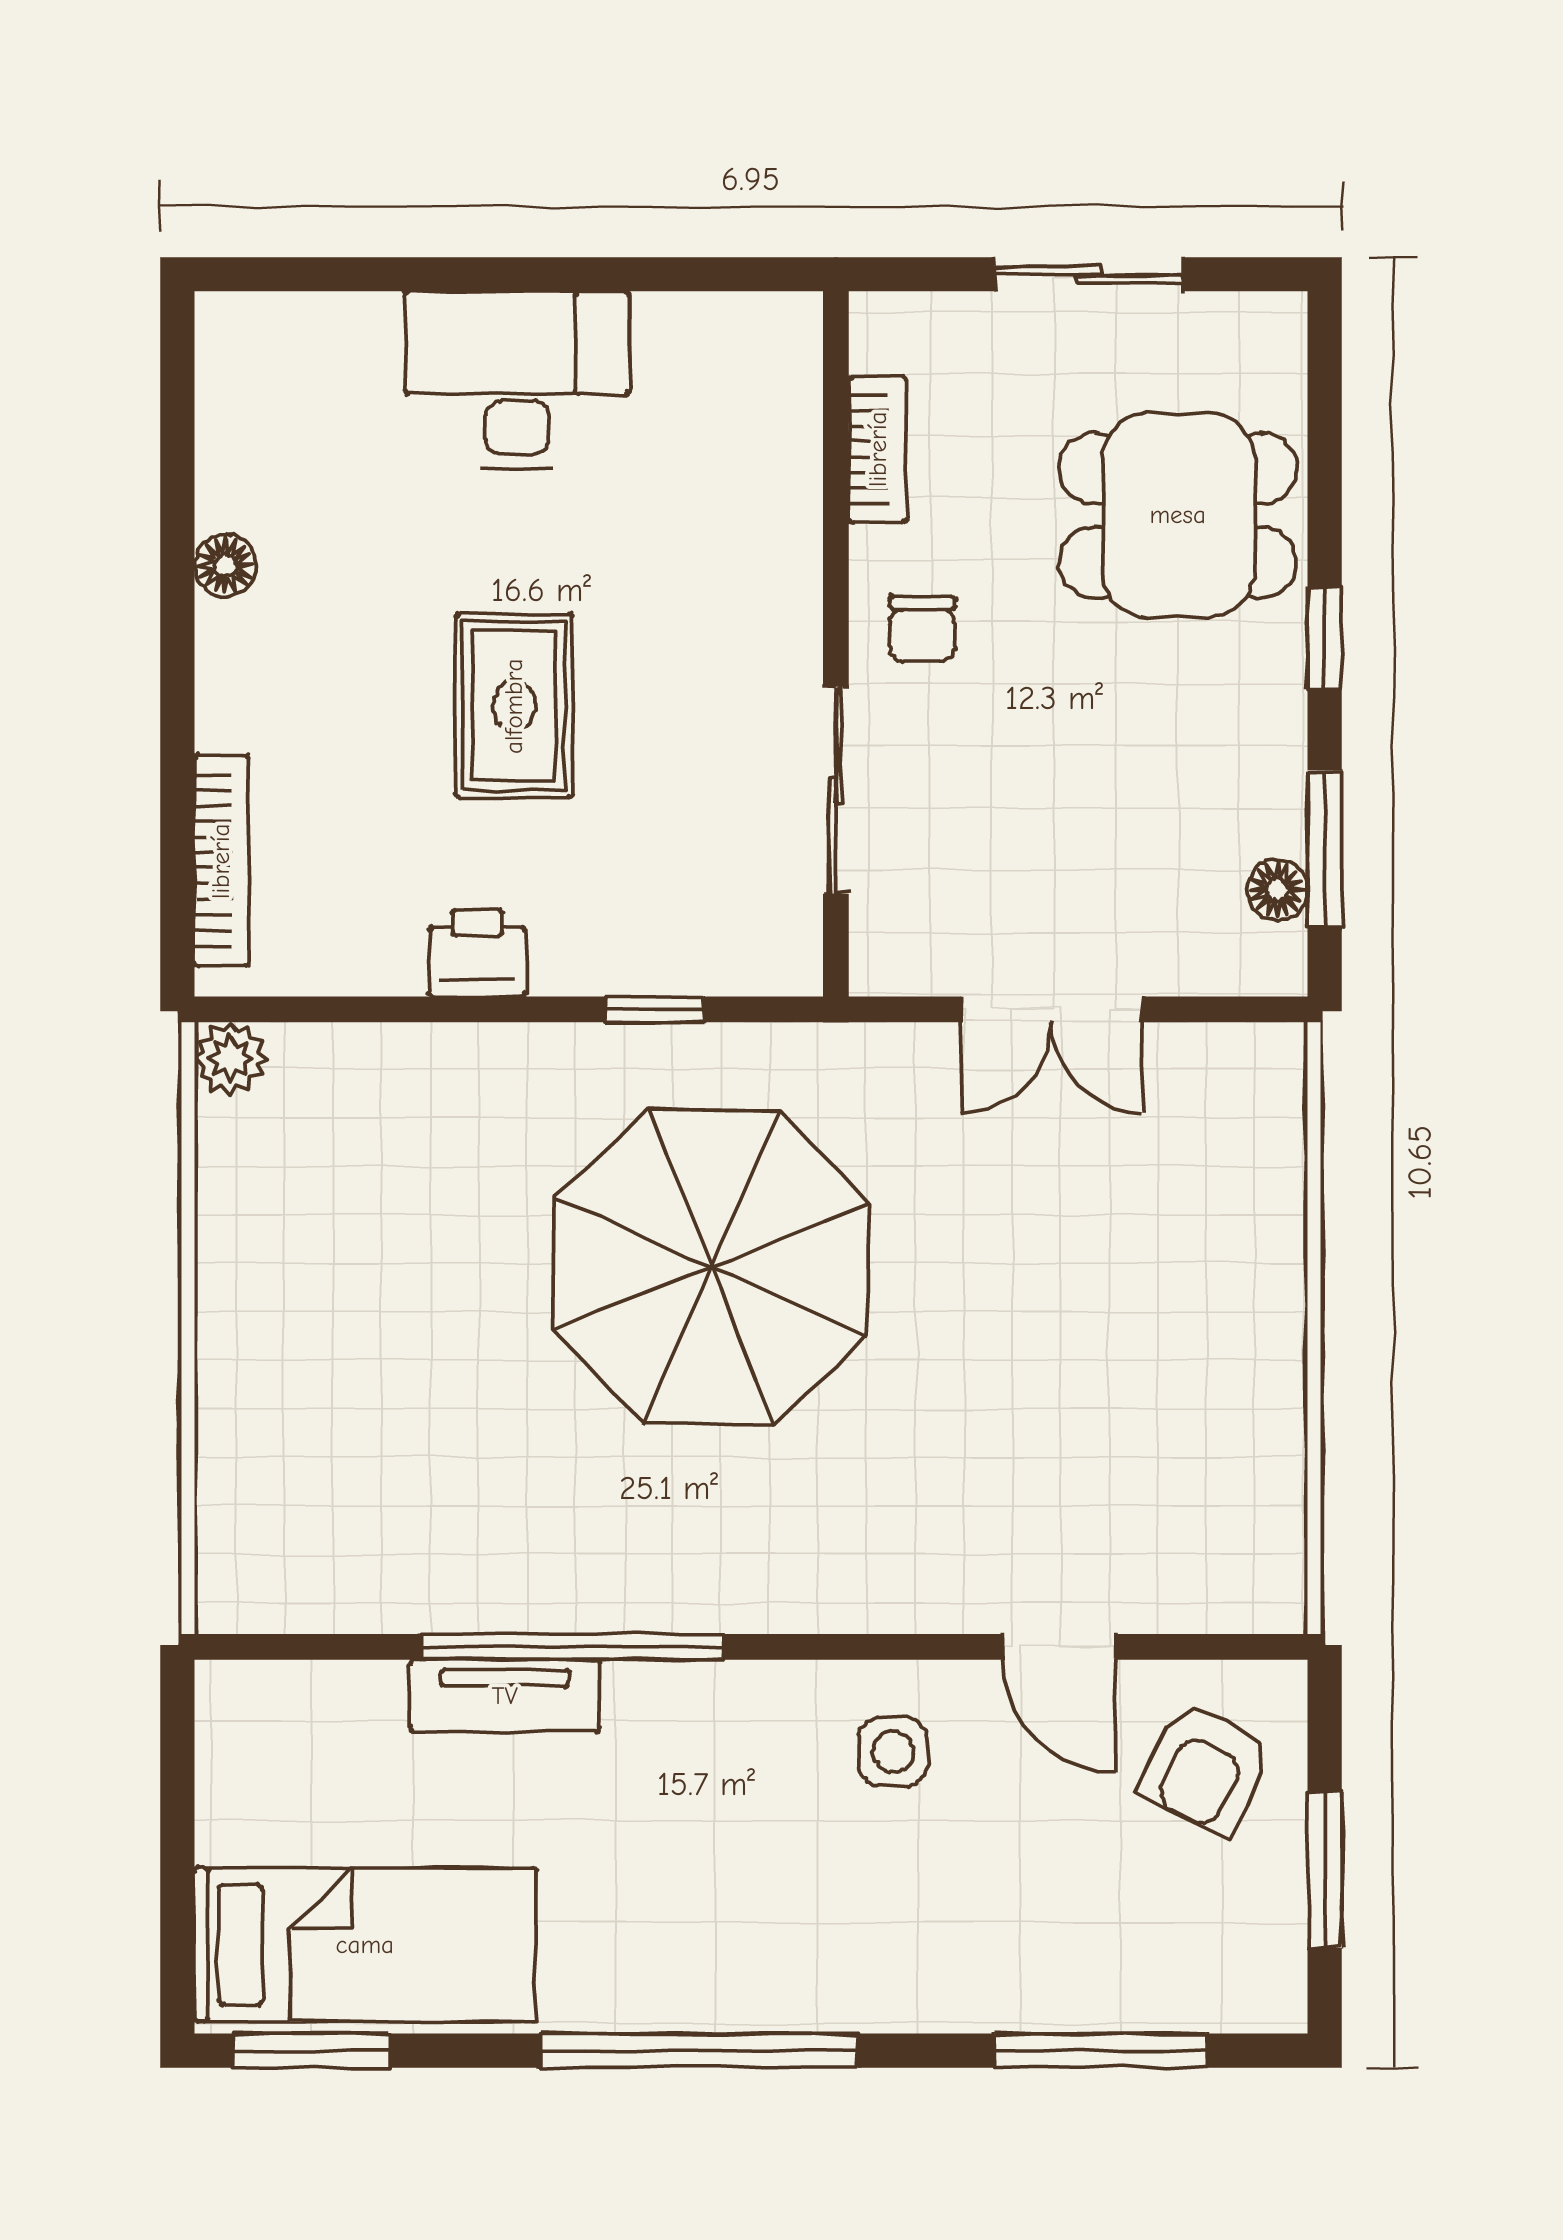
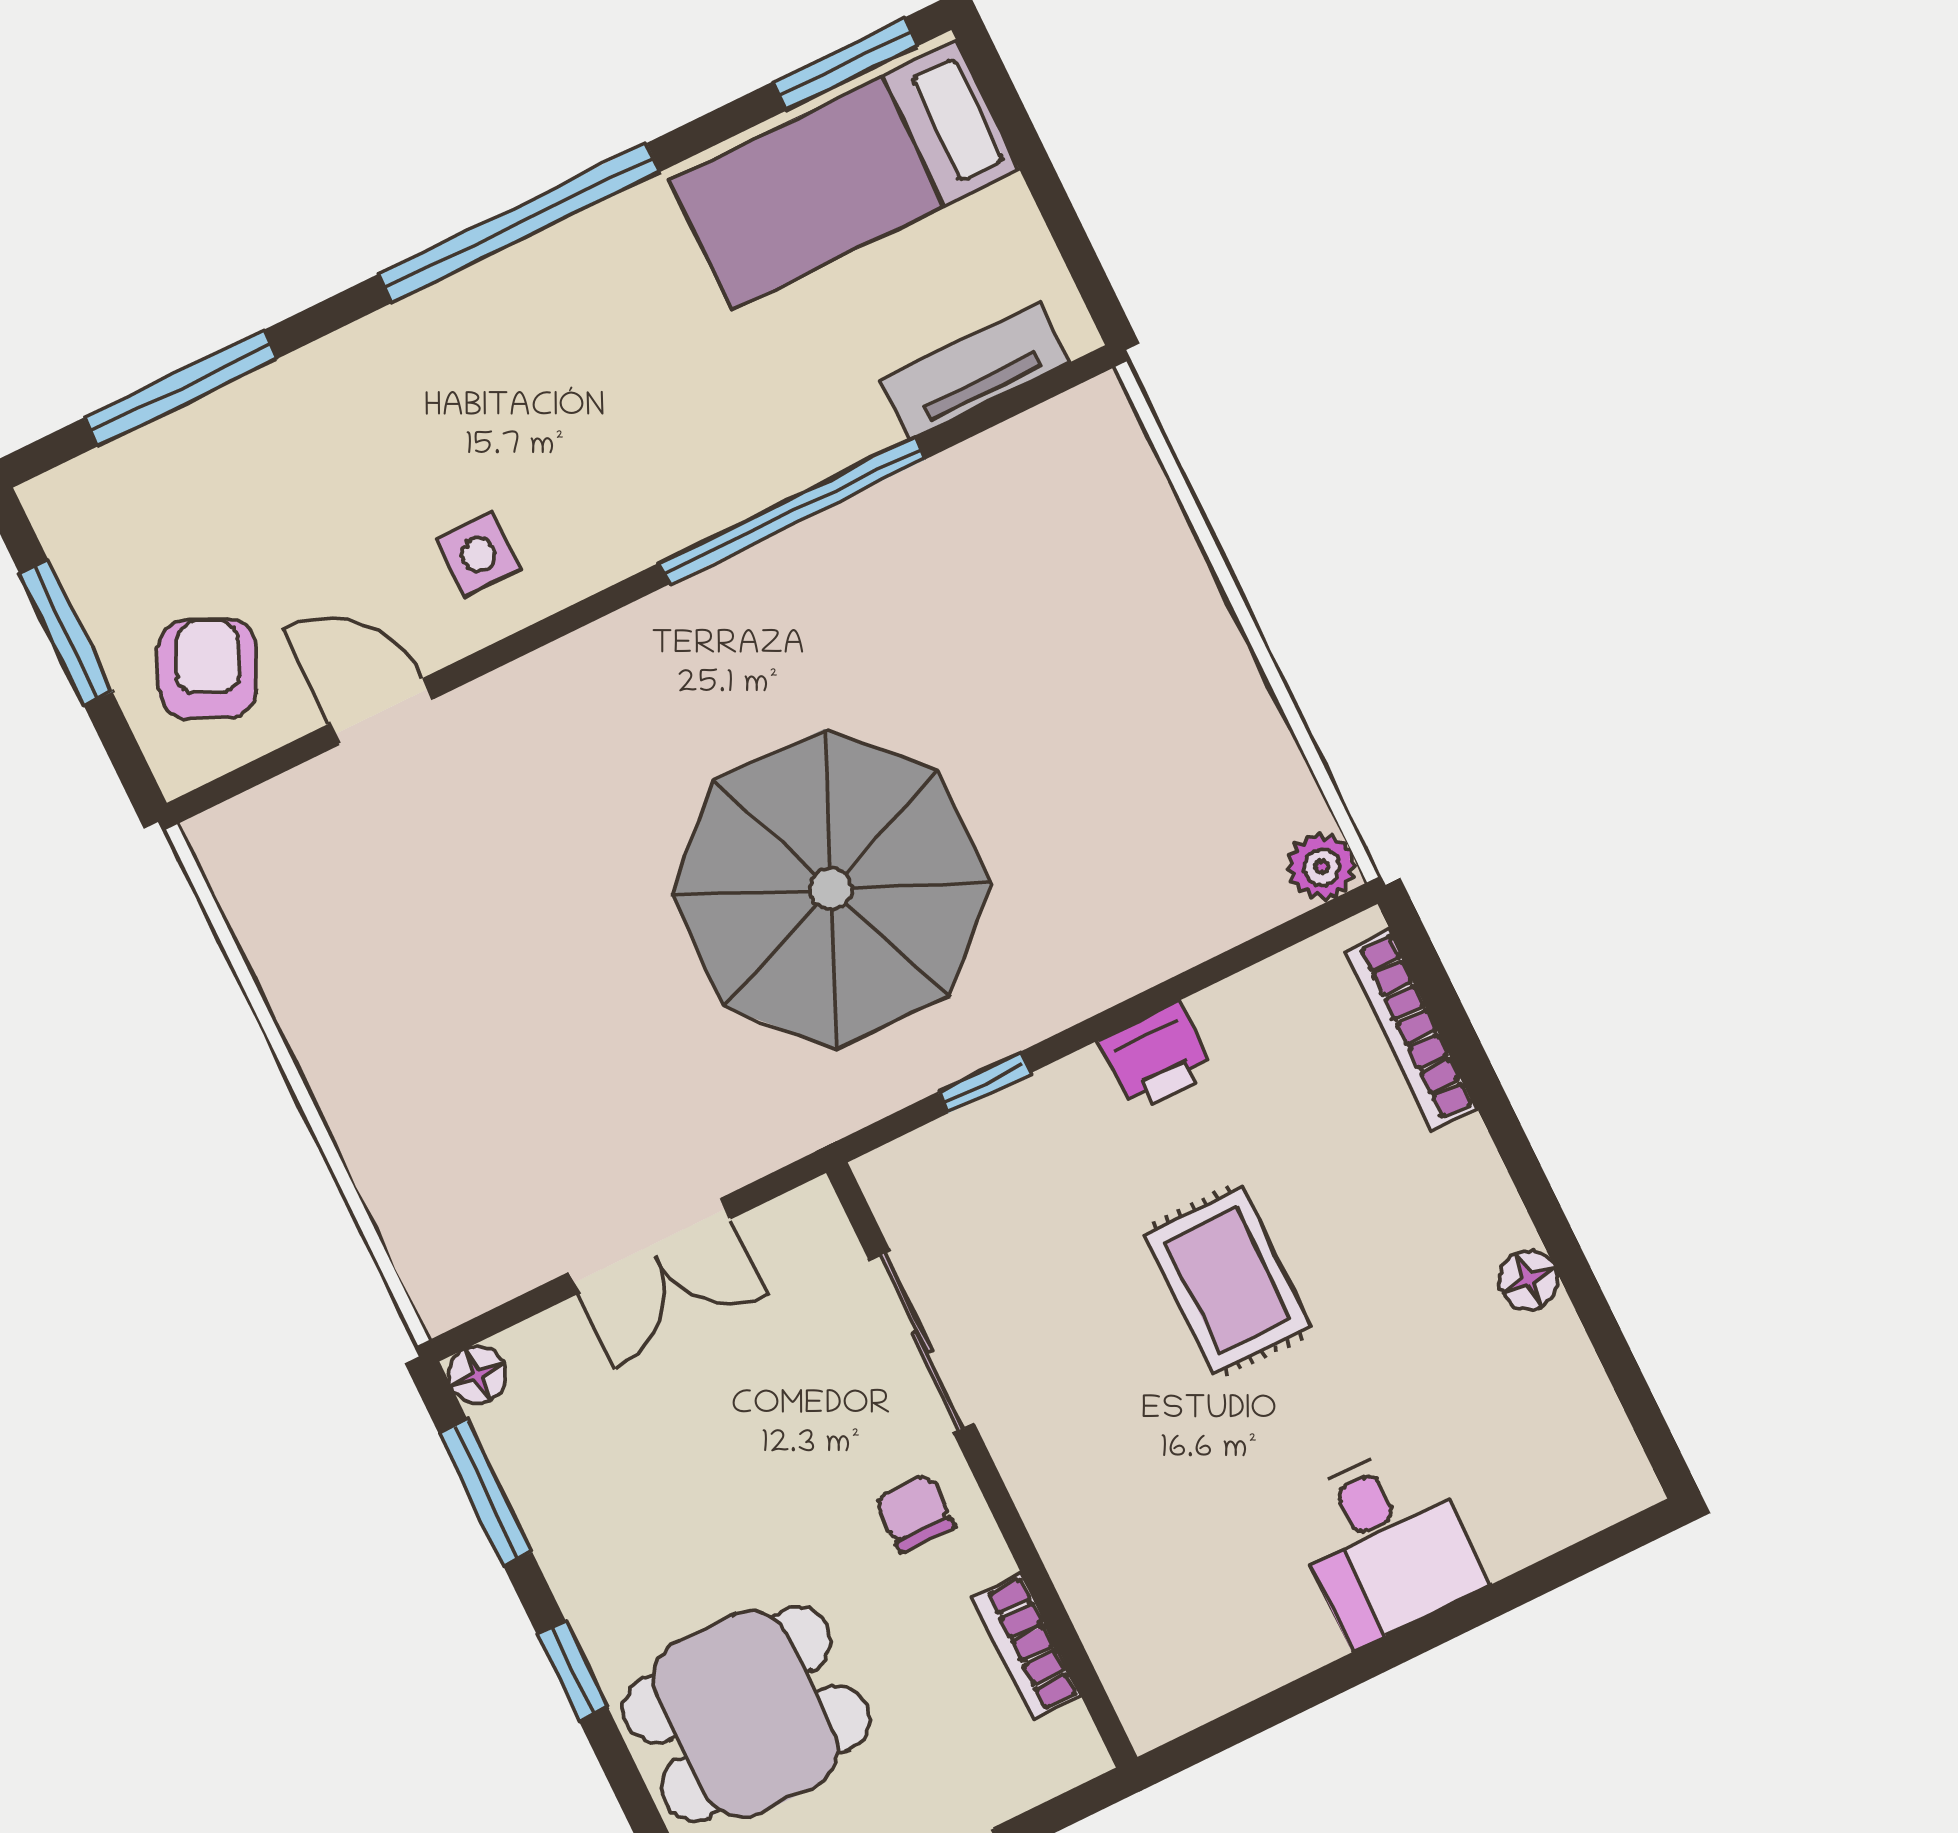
desk: (517, 380) -> (1385, 1544), width x0.73
floor lamp: (1277, 890) -> (477, 1375), moved
double door: (1052, 1009) -> (650, 1246), swing flipped
tv unit: (505, 1696) -> (975, 371), moved

